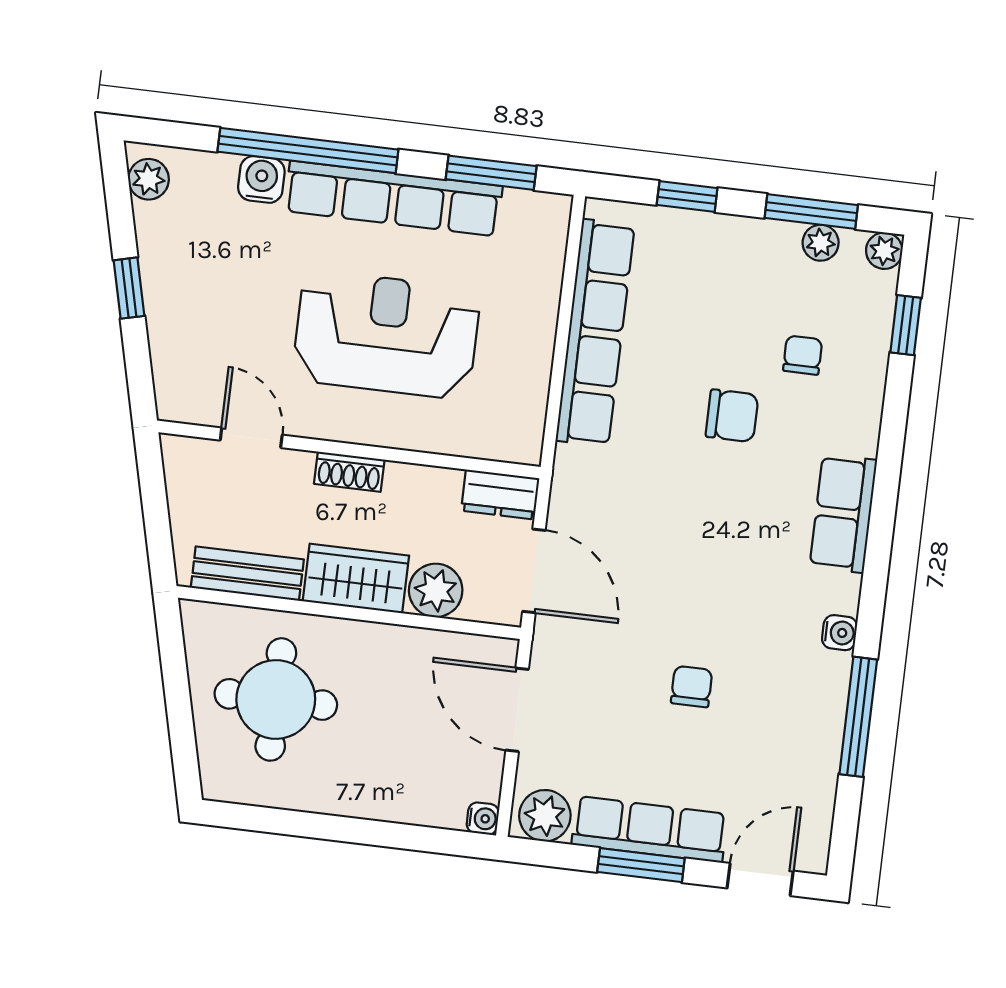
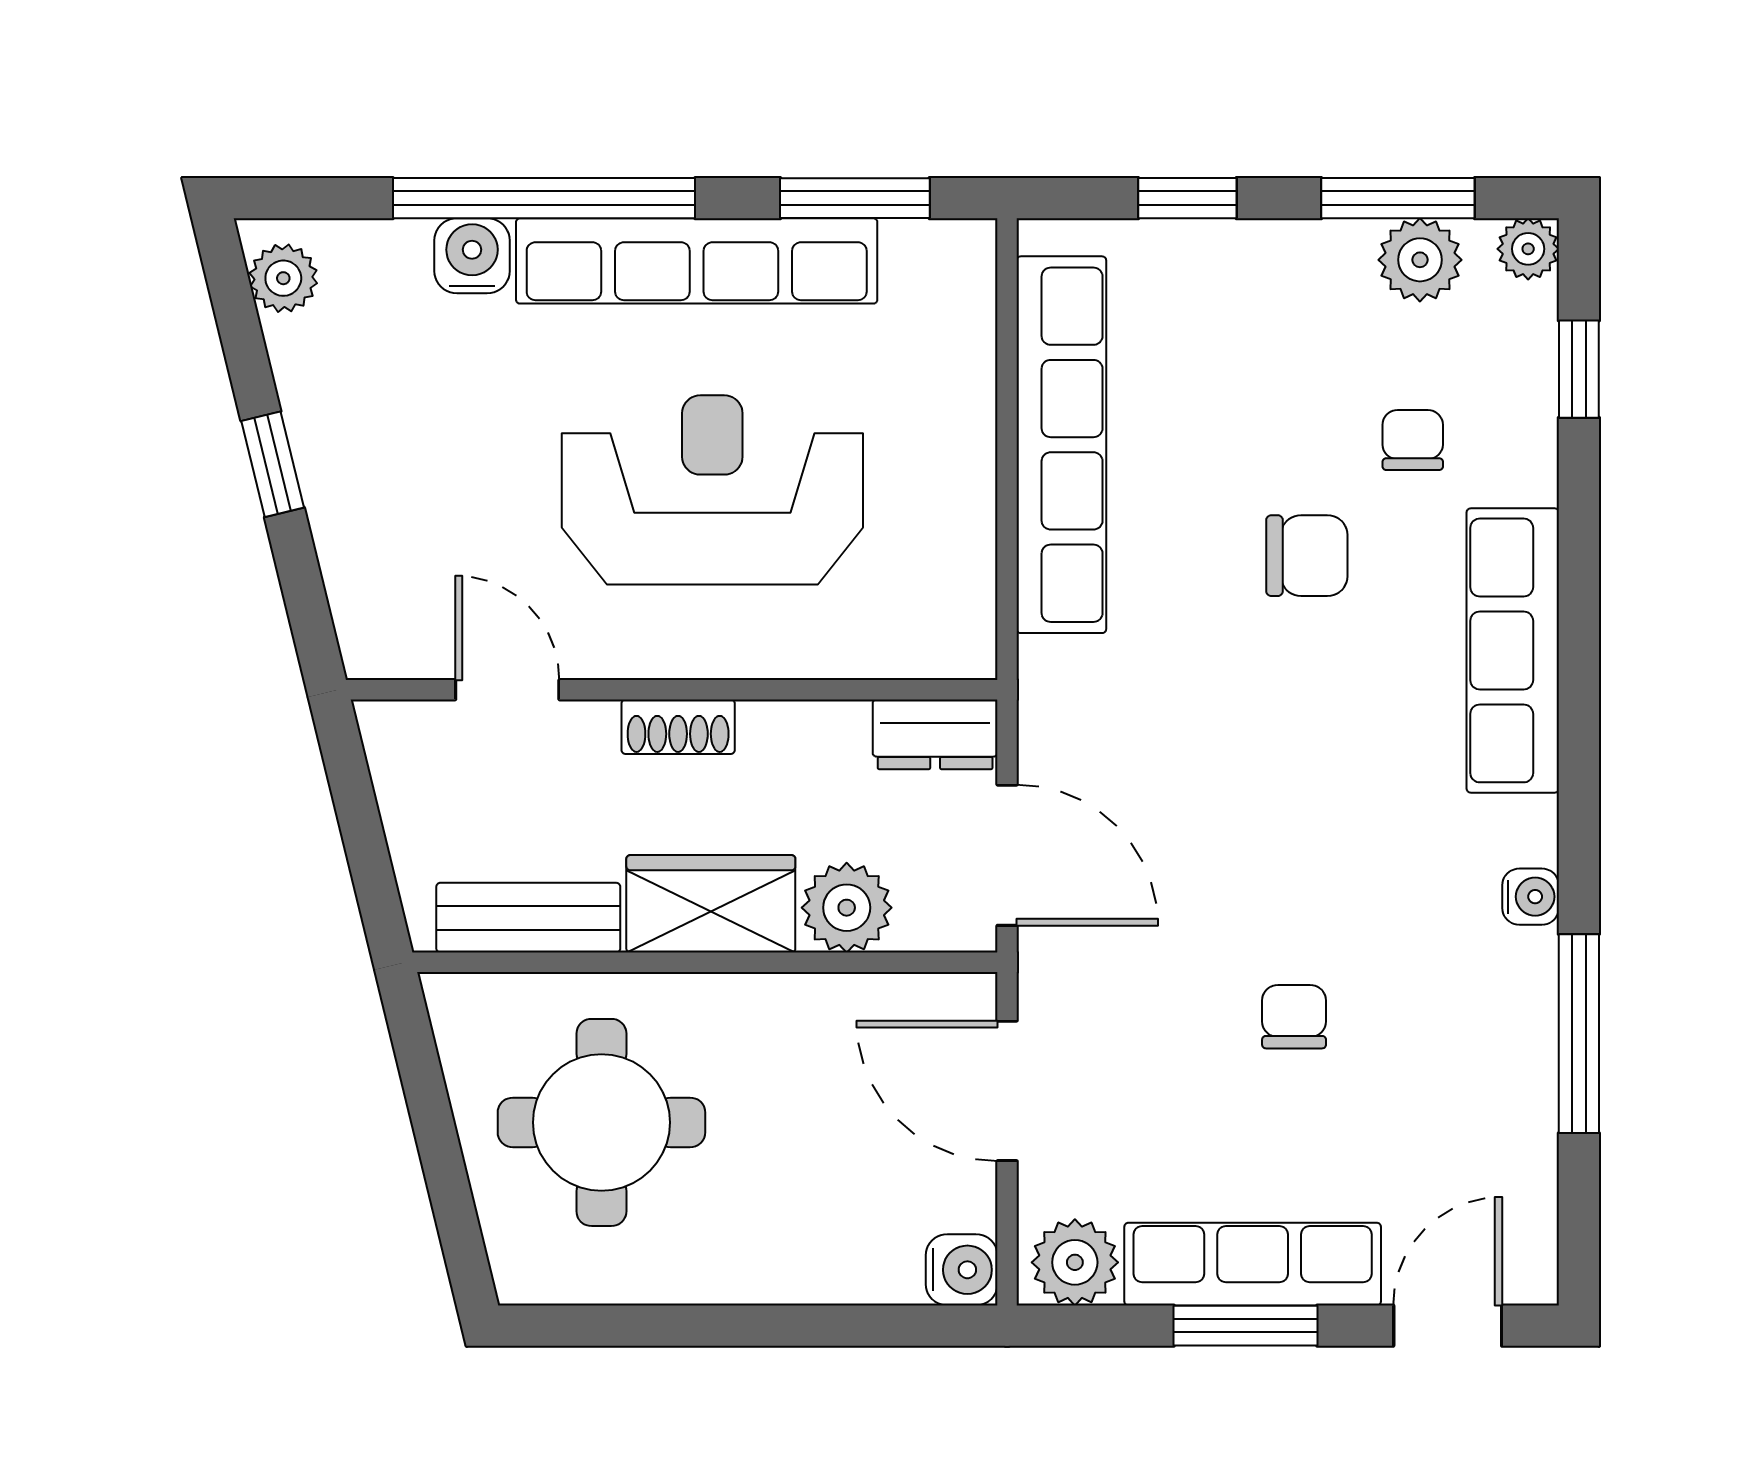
plant: (821, 243) -> (1420, 260), width x1.38, depth x1.38
row of seats: (843, 513) -> (1513, 650), width x1.48
water cooler: (483, 819) -> (962, 1270), width x1.38, depth x1.38

